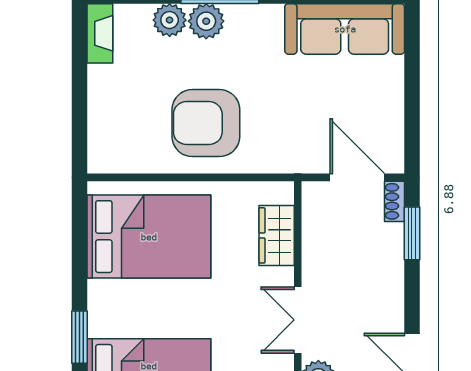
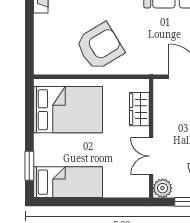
armchair: (206, 123) -> (100, 46), turned 149

